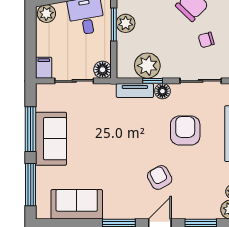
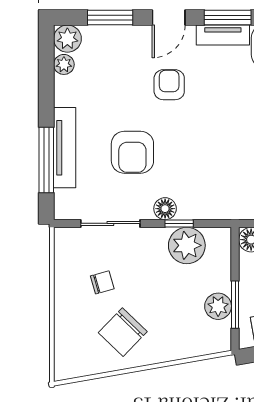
tv unit: (135, 91) -> (223, 35), moved, turned 180
armchair: (160, 177) -> (169, 85), turned -151

